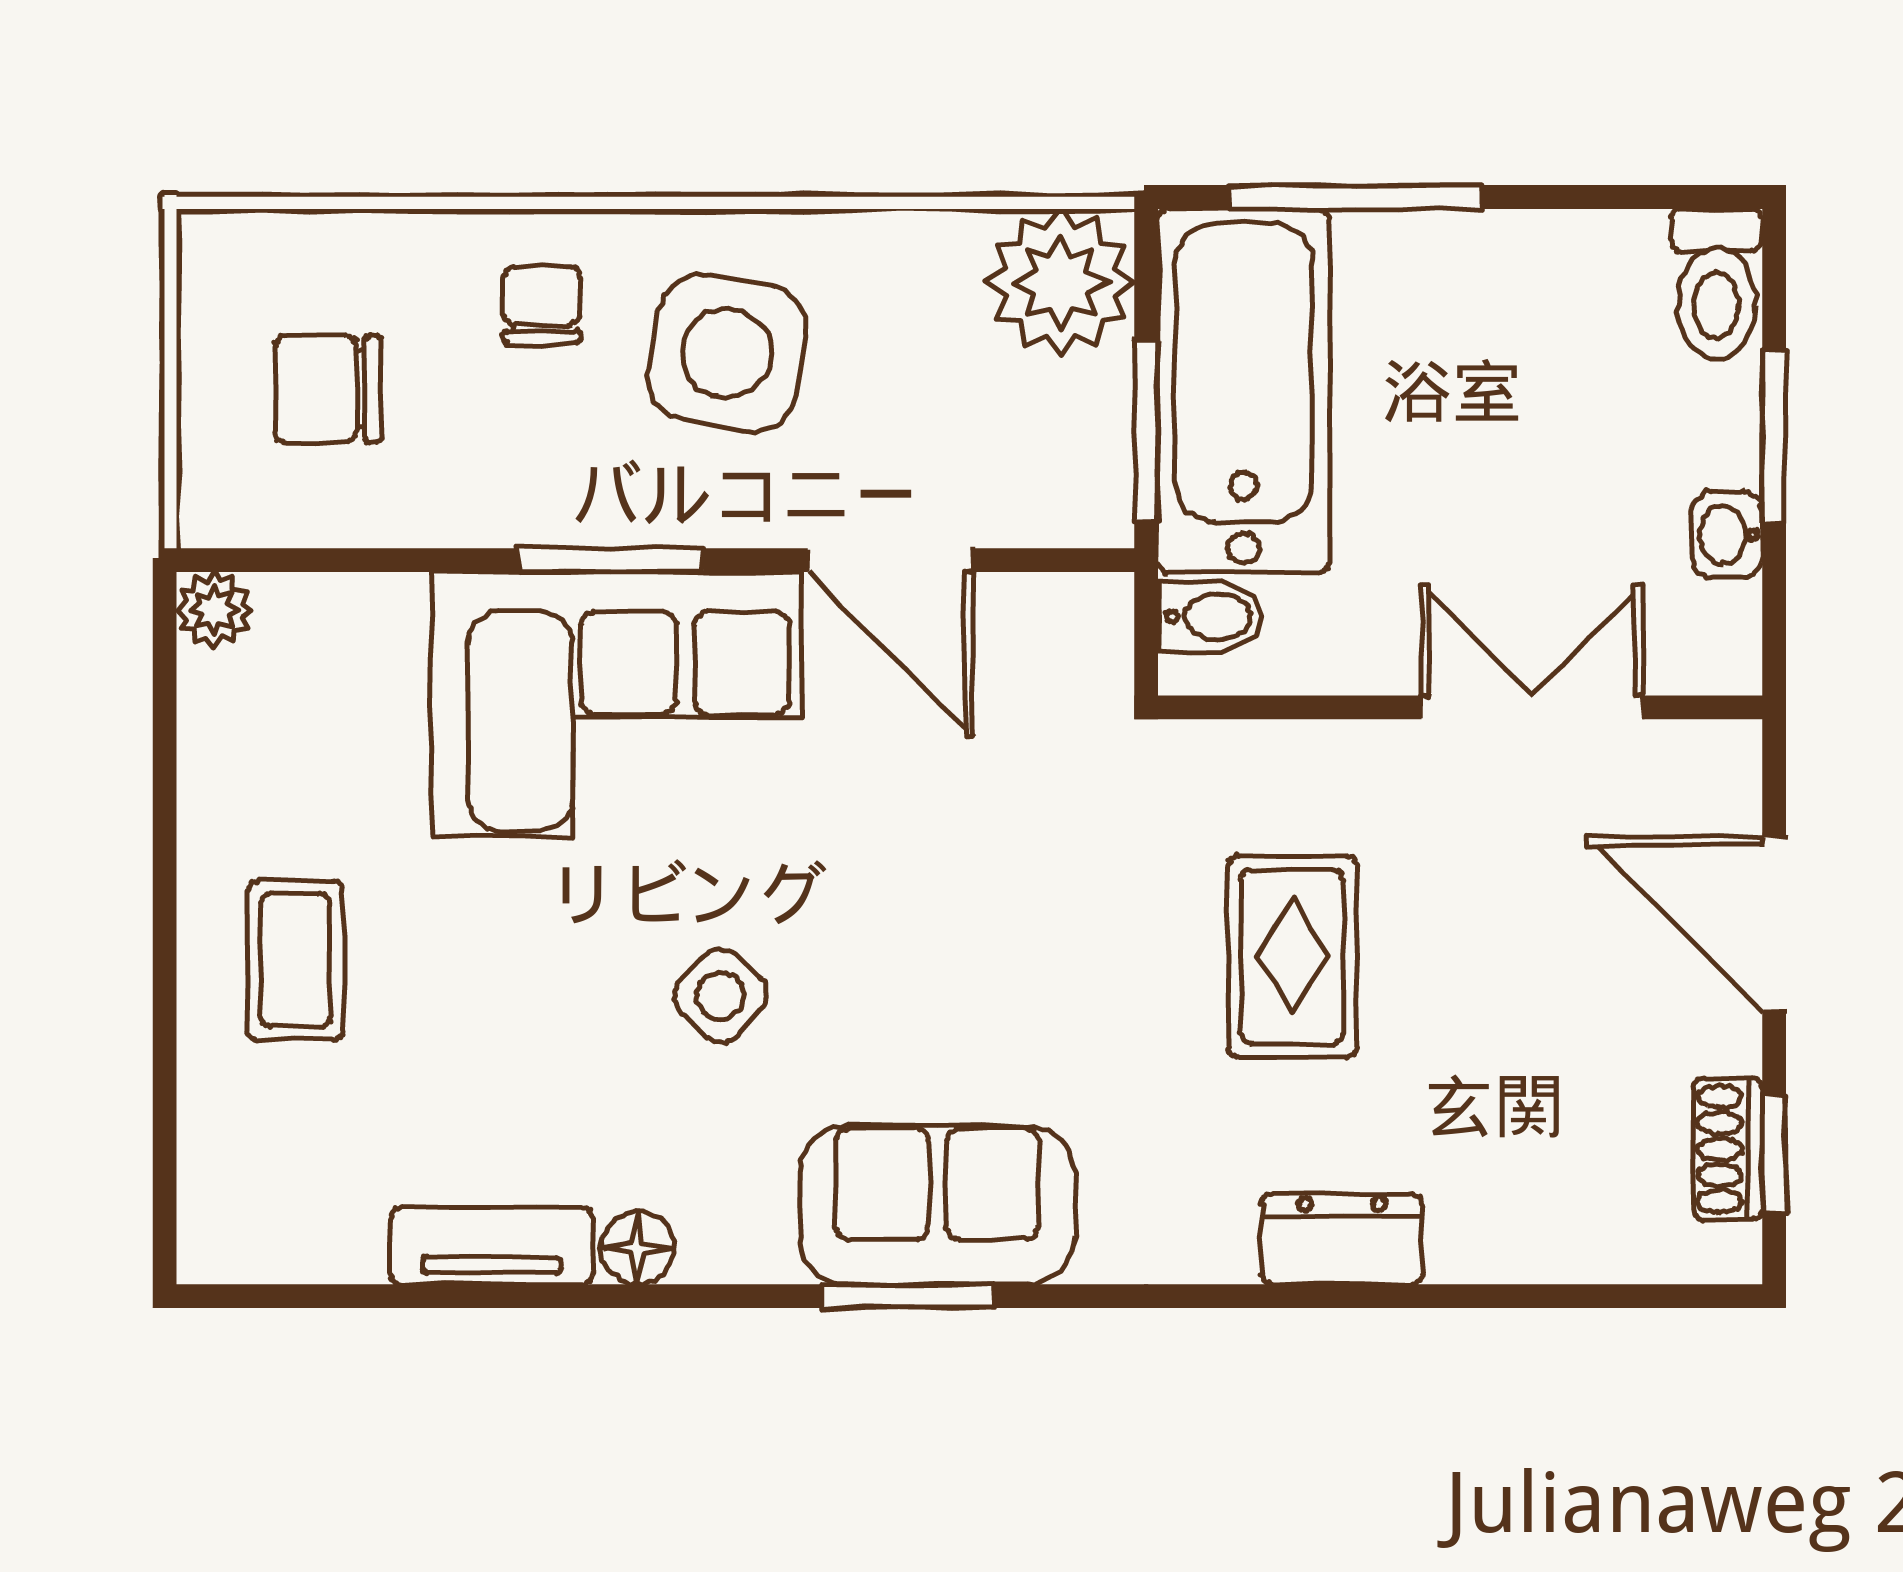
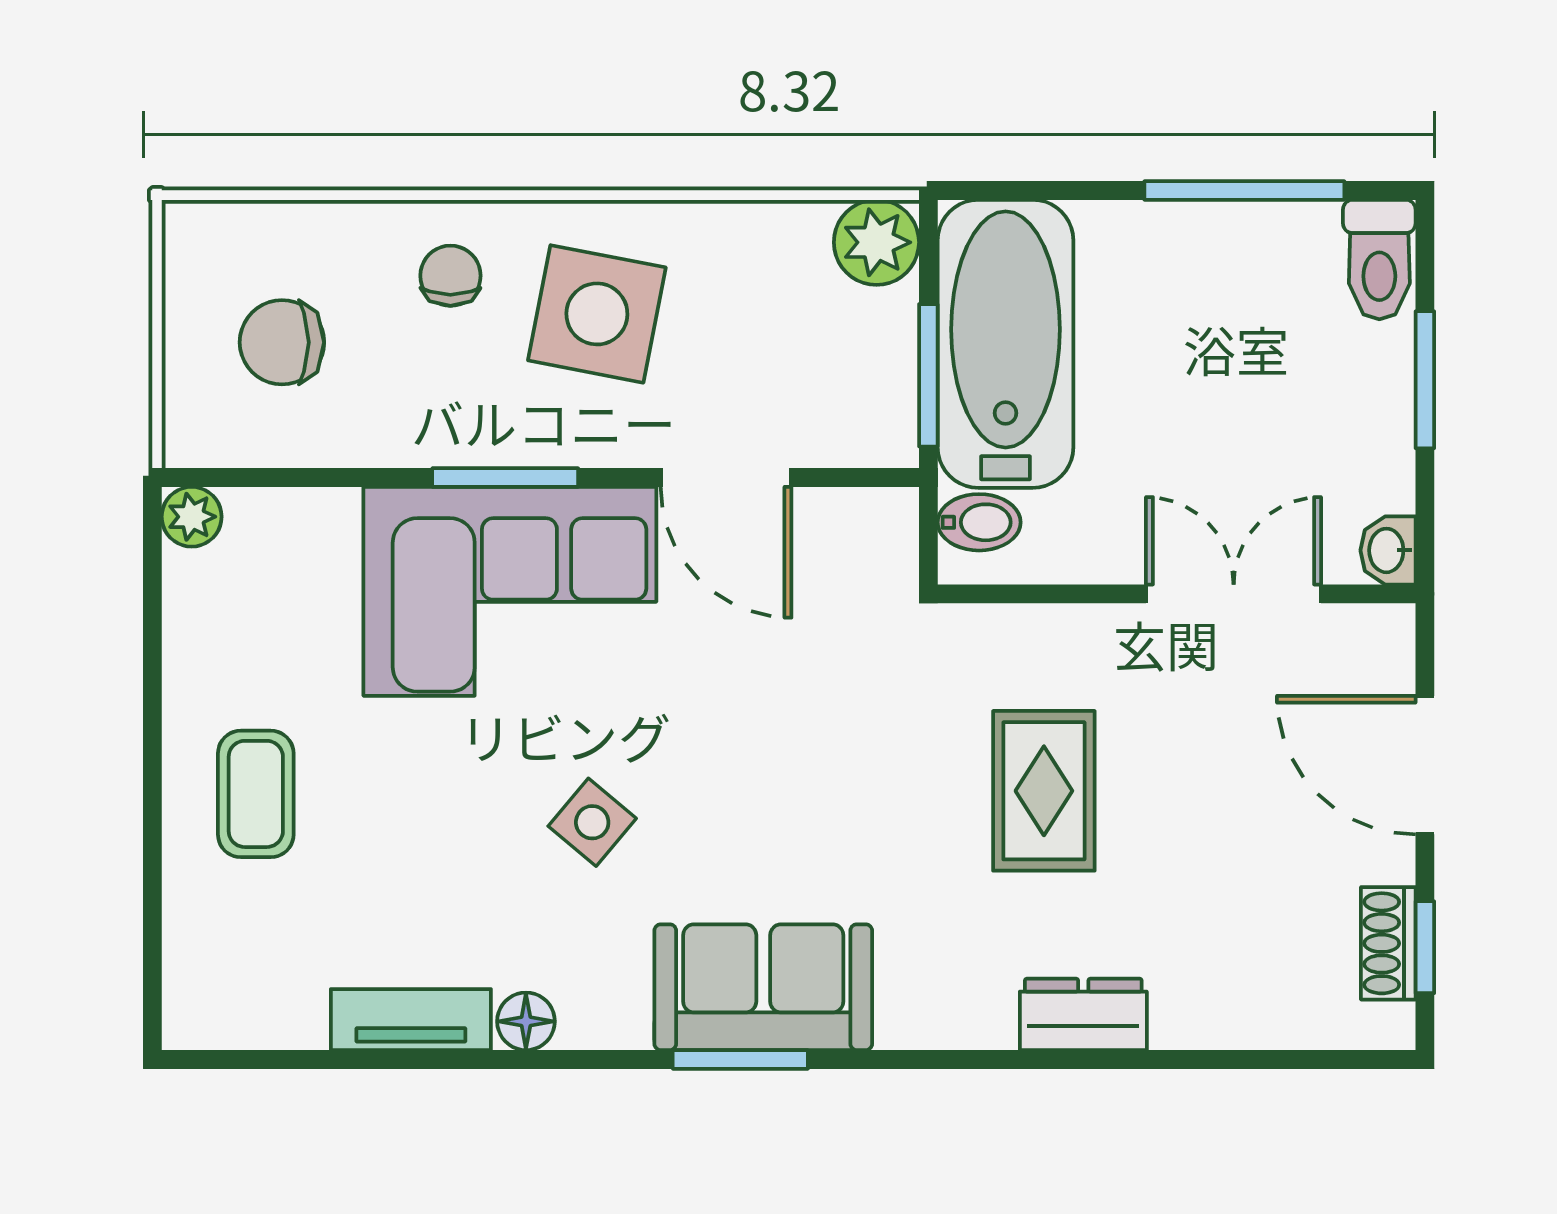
window: (1356, 197) -> (1244, 190), moved
plant: (1061, 282) -> (876, 242), width x0.73, depth x0.73
washbasin: (1727, 535) -> (1388, 550), moved

